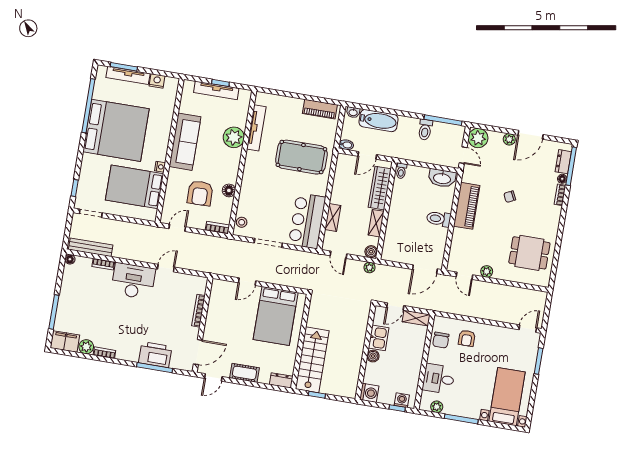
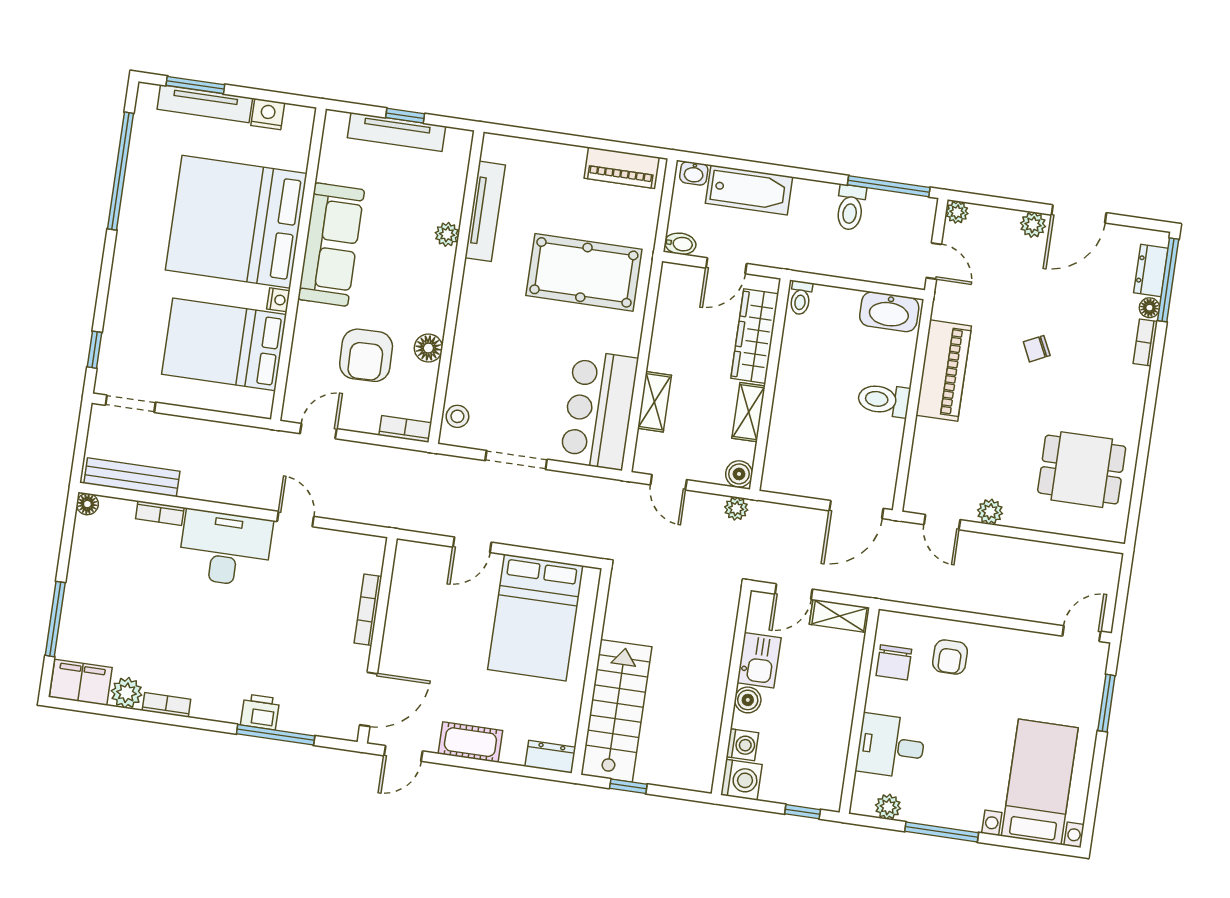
bed: (116, 130) -> (236, 222), moved, turned 180
plant: (234, 137) -> (447, 234), width x0.53, depth x0.53
plant: (478, 138) -> (957, 212), width x0.53, depth x0.53
door: (166, 268) -> (295, 519), hinge flipped
printer: (155, 355) -> (260, 712), width x0.53, depth x0.68
washing machine: (402, 400) -> (742, 745), moved, turned 90

